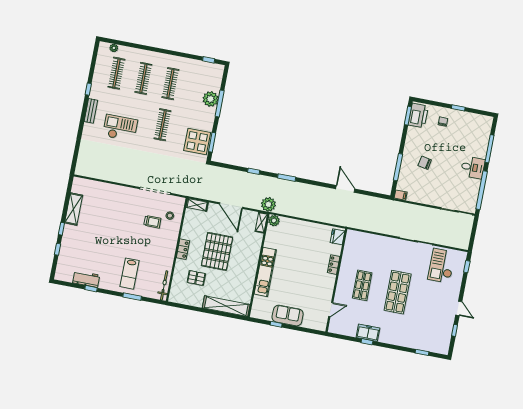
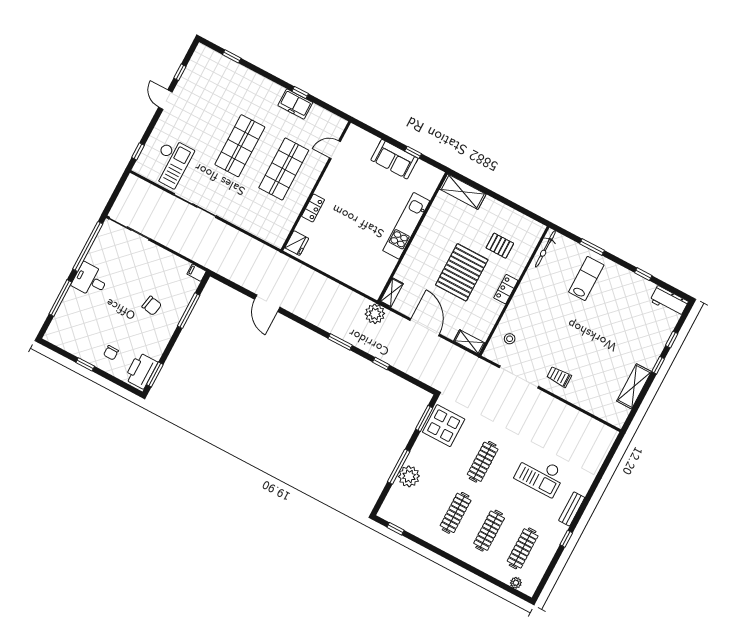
plant: (274, 221) -> (374, 290), removed
trolley: (152, 222) -> (559, 377), moved
workbench: (86, 279) -> (669, 301), moved
shop shelf: (362, 285) -> (284, 169), width x1.43, depth x1.36
shelving: (226, 306) -> (463, 192), width x0.68

